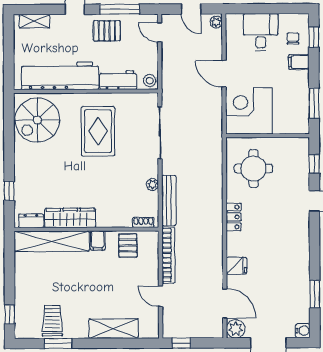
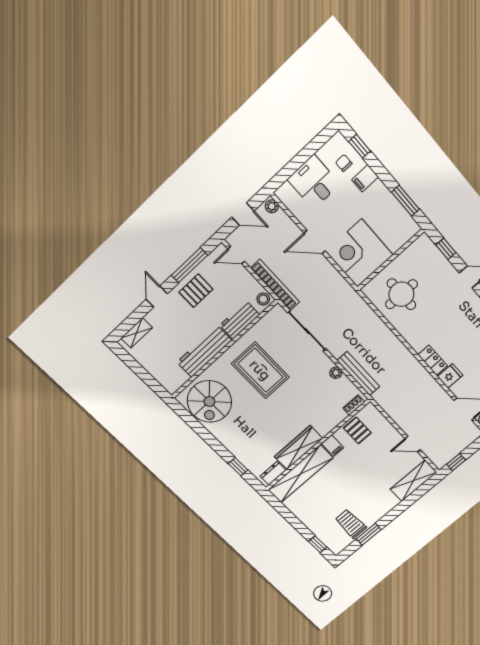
workbench: (60, 76) -> (204, 351), width x0.73, depth x0.76
locker: (234, 217) -> (433, 360), moved
bookcase: (168, 255) -> (275, 285), moved
shelving: (114, 329) -> (413, 481), moved

